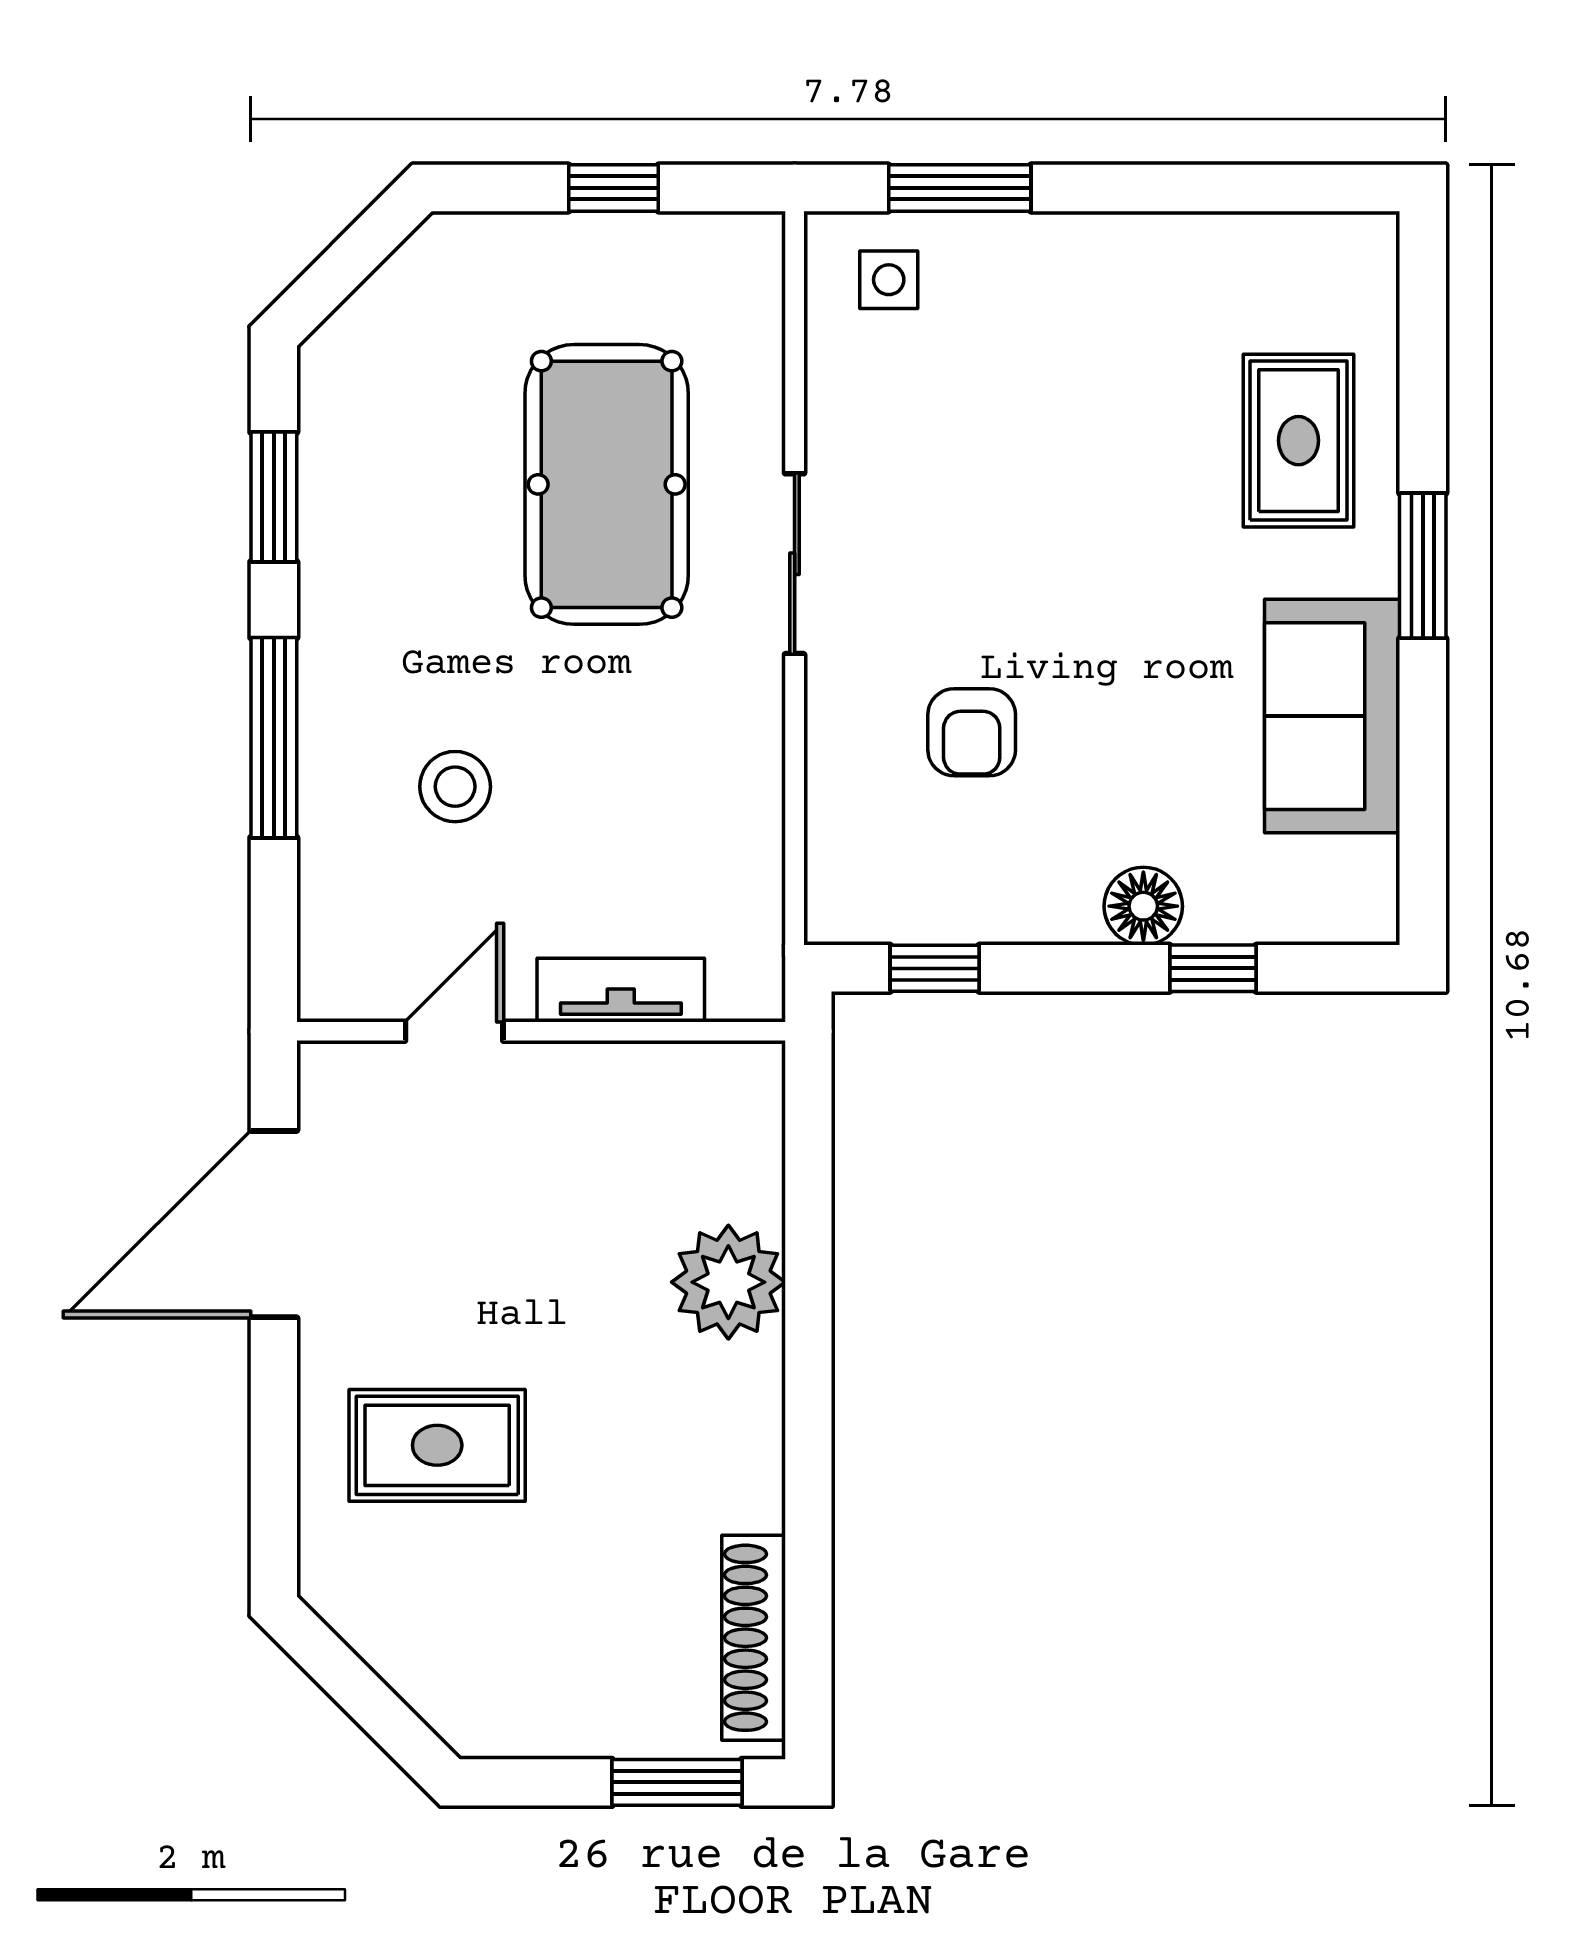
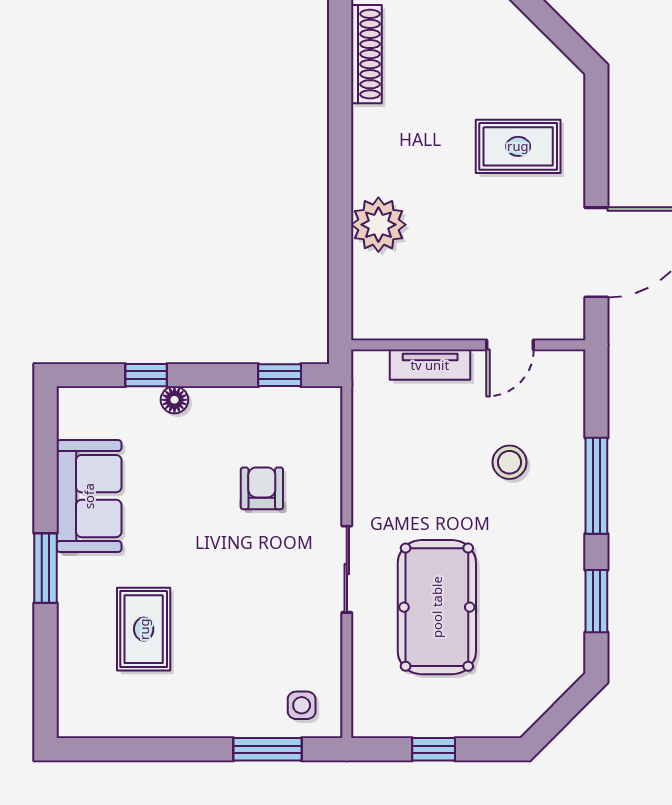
rug: (1298, 441) -> (144, 629), moved
floor lamp: (1143, 906) -> (174, 400), width x0.73, depth x0.73

